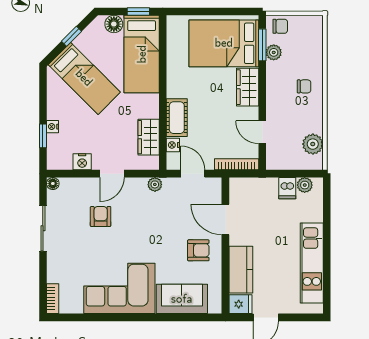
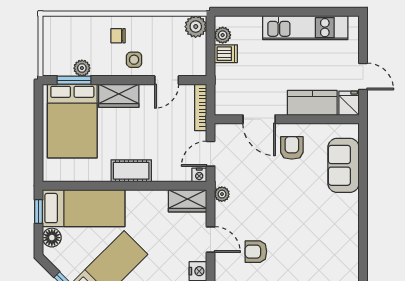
chair: (280, 26) -> (54, 61), removed
chair: (304, 86) -> (118, 36), turned -90
side table: (282, 102) -> (134, 60), added
cot: (177, 118) -> (131, 171), moved
wardrobe: (149, 137) -> (187, 201), moved
plant: (313, 144) -> (196, 27), moved
nightstand: (173, 145) -> (199, 175), moved
door: (225, 219) -> (259, 119), hinge flipped
corner sofa: (119, 288) -> (332, 232), removed

